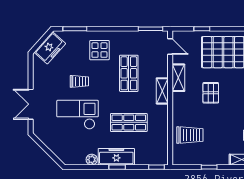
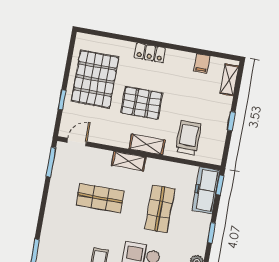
display table: (99, 50) -> (66, 229), removed
shelving: (178, 78) -> (147, 144), moved
pallet: (211, 93) -> (142, 103), width x1.50, depth x1.42
freezer: (116, 157) -> (206, 190), moved

